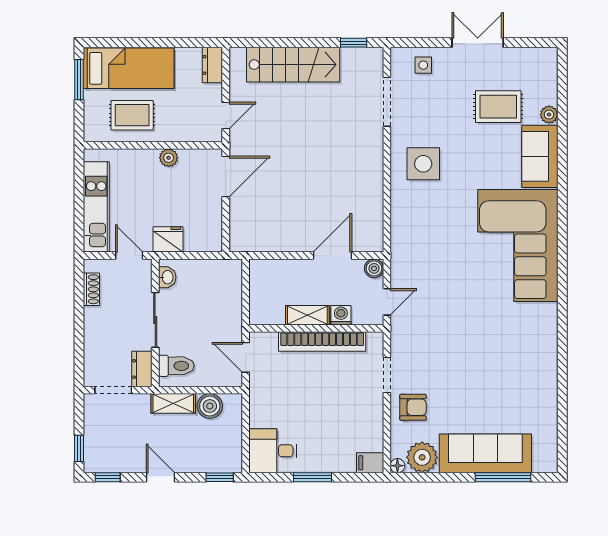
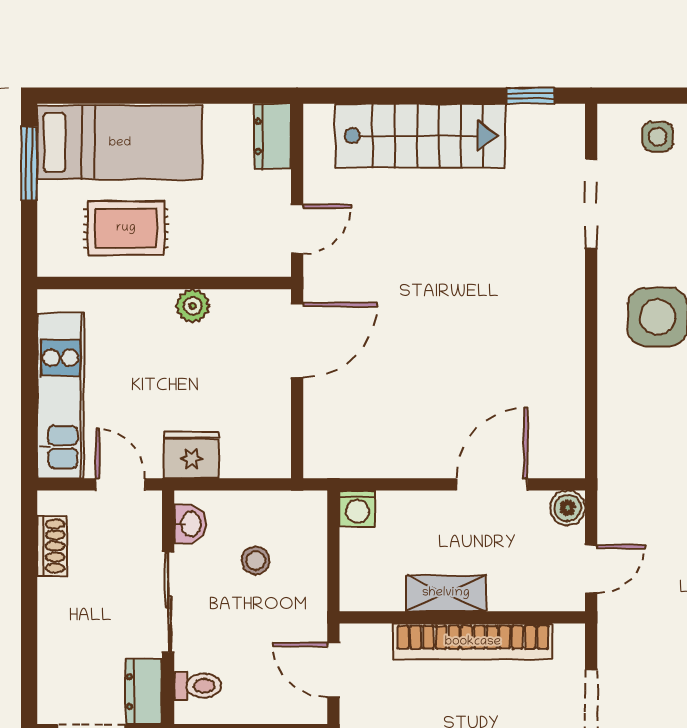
stool: (203, 297) -> (256, 561), added
washing machine: (341, 315) -> (357, 509), moved, turned 180
toilet: (176, 366) -> (198, 686), width x0.73, depth x0.72

